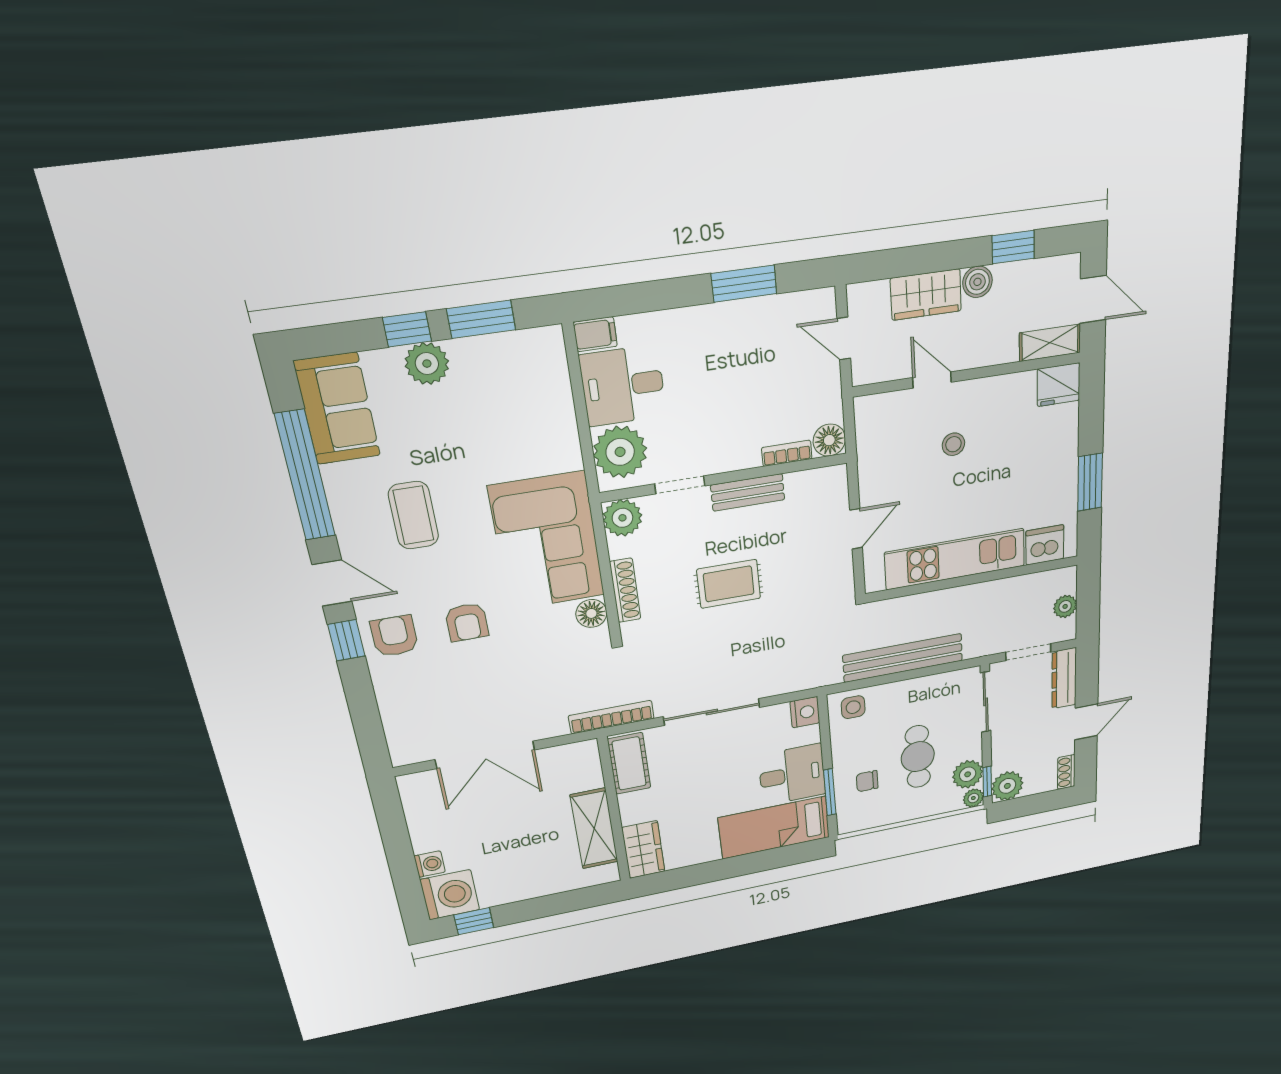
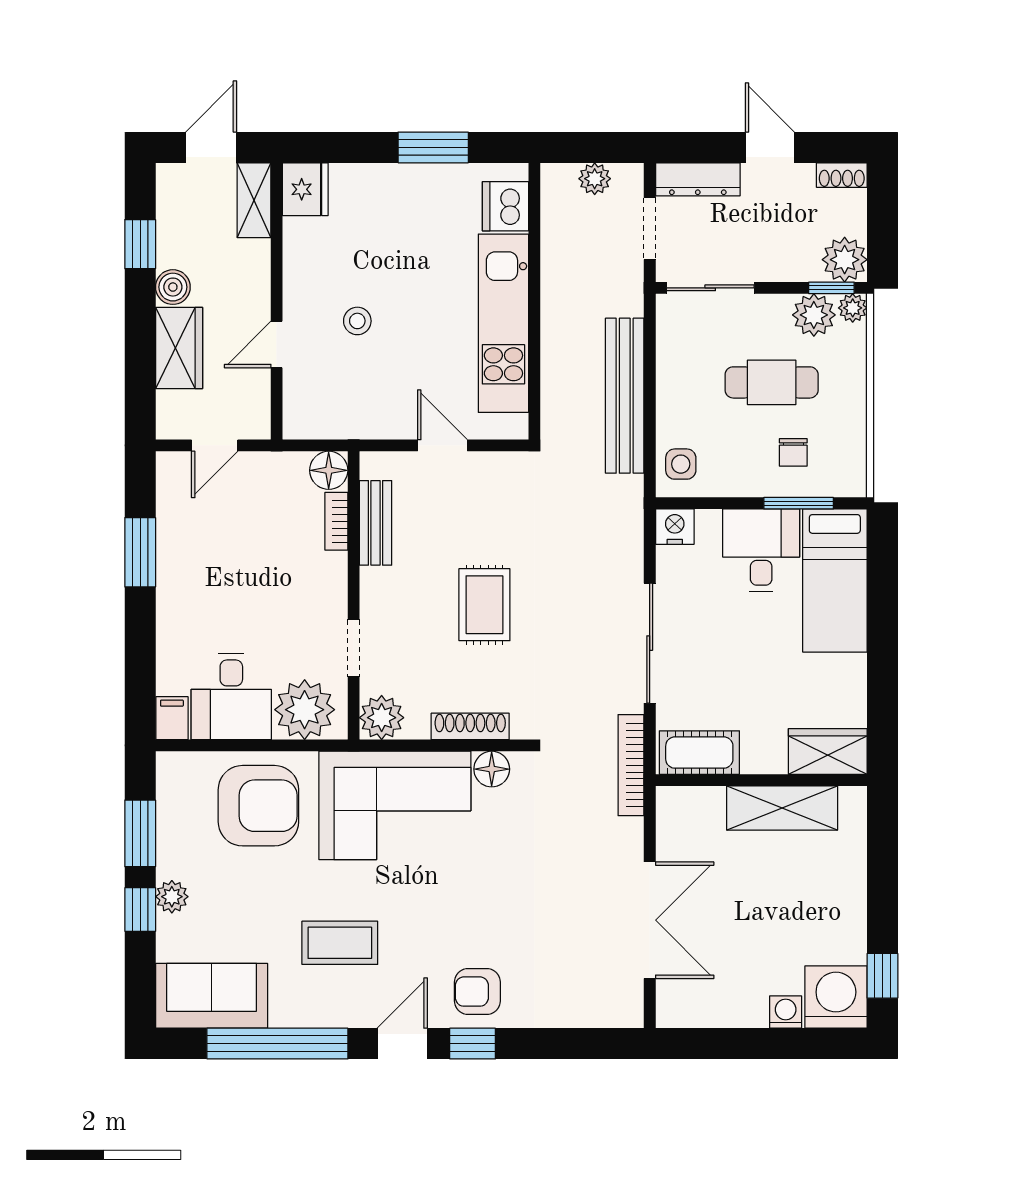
plant: (427, 364) -> (172, 897), width x0.73, depth x0.73
bench: (748, 492) -> (376, 523), moved
armchair: (467, 622) -> (258, 806), moved, width x1.88, depth x1.88

